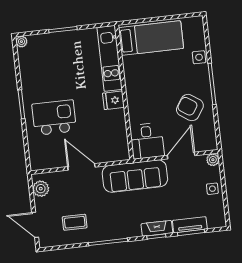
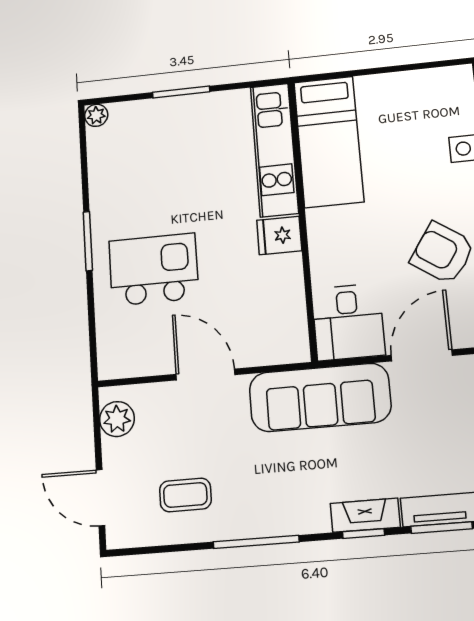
bed: (151, 38) -> (329, 142), moved, turned 90

